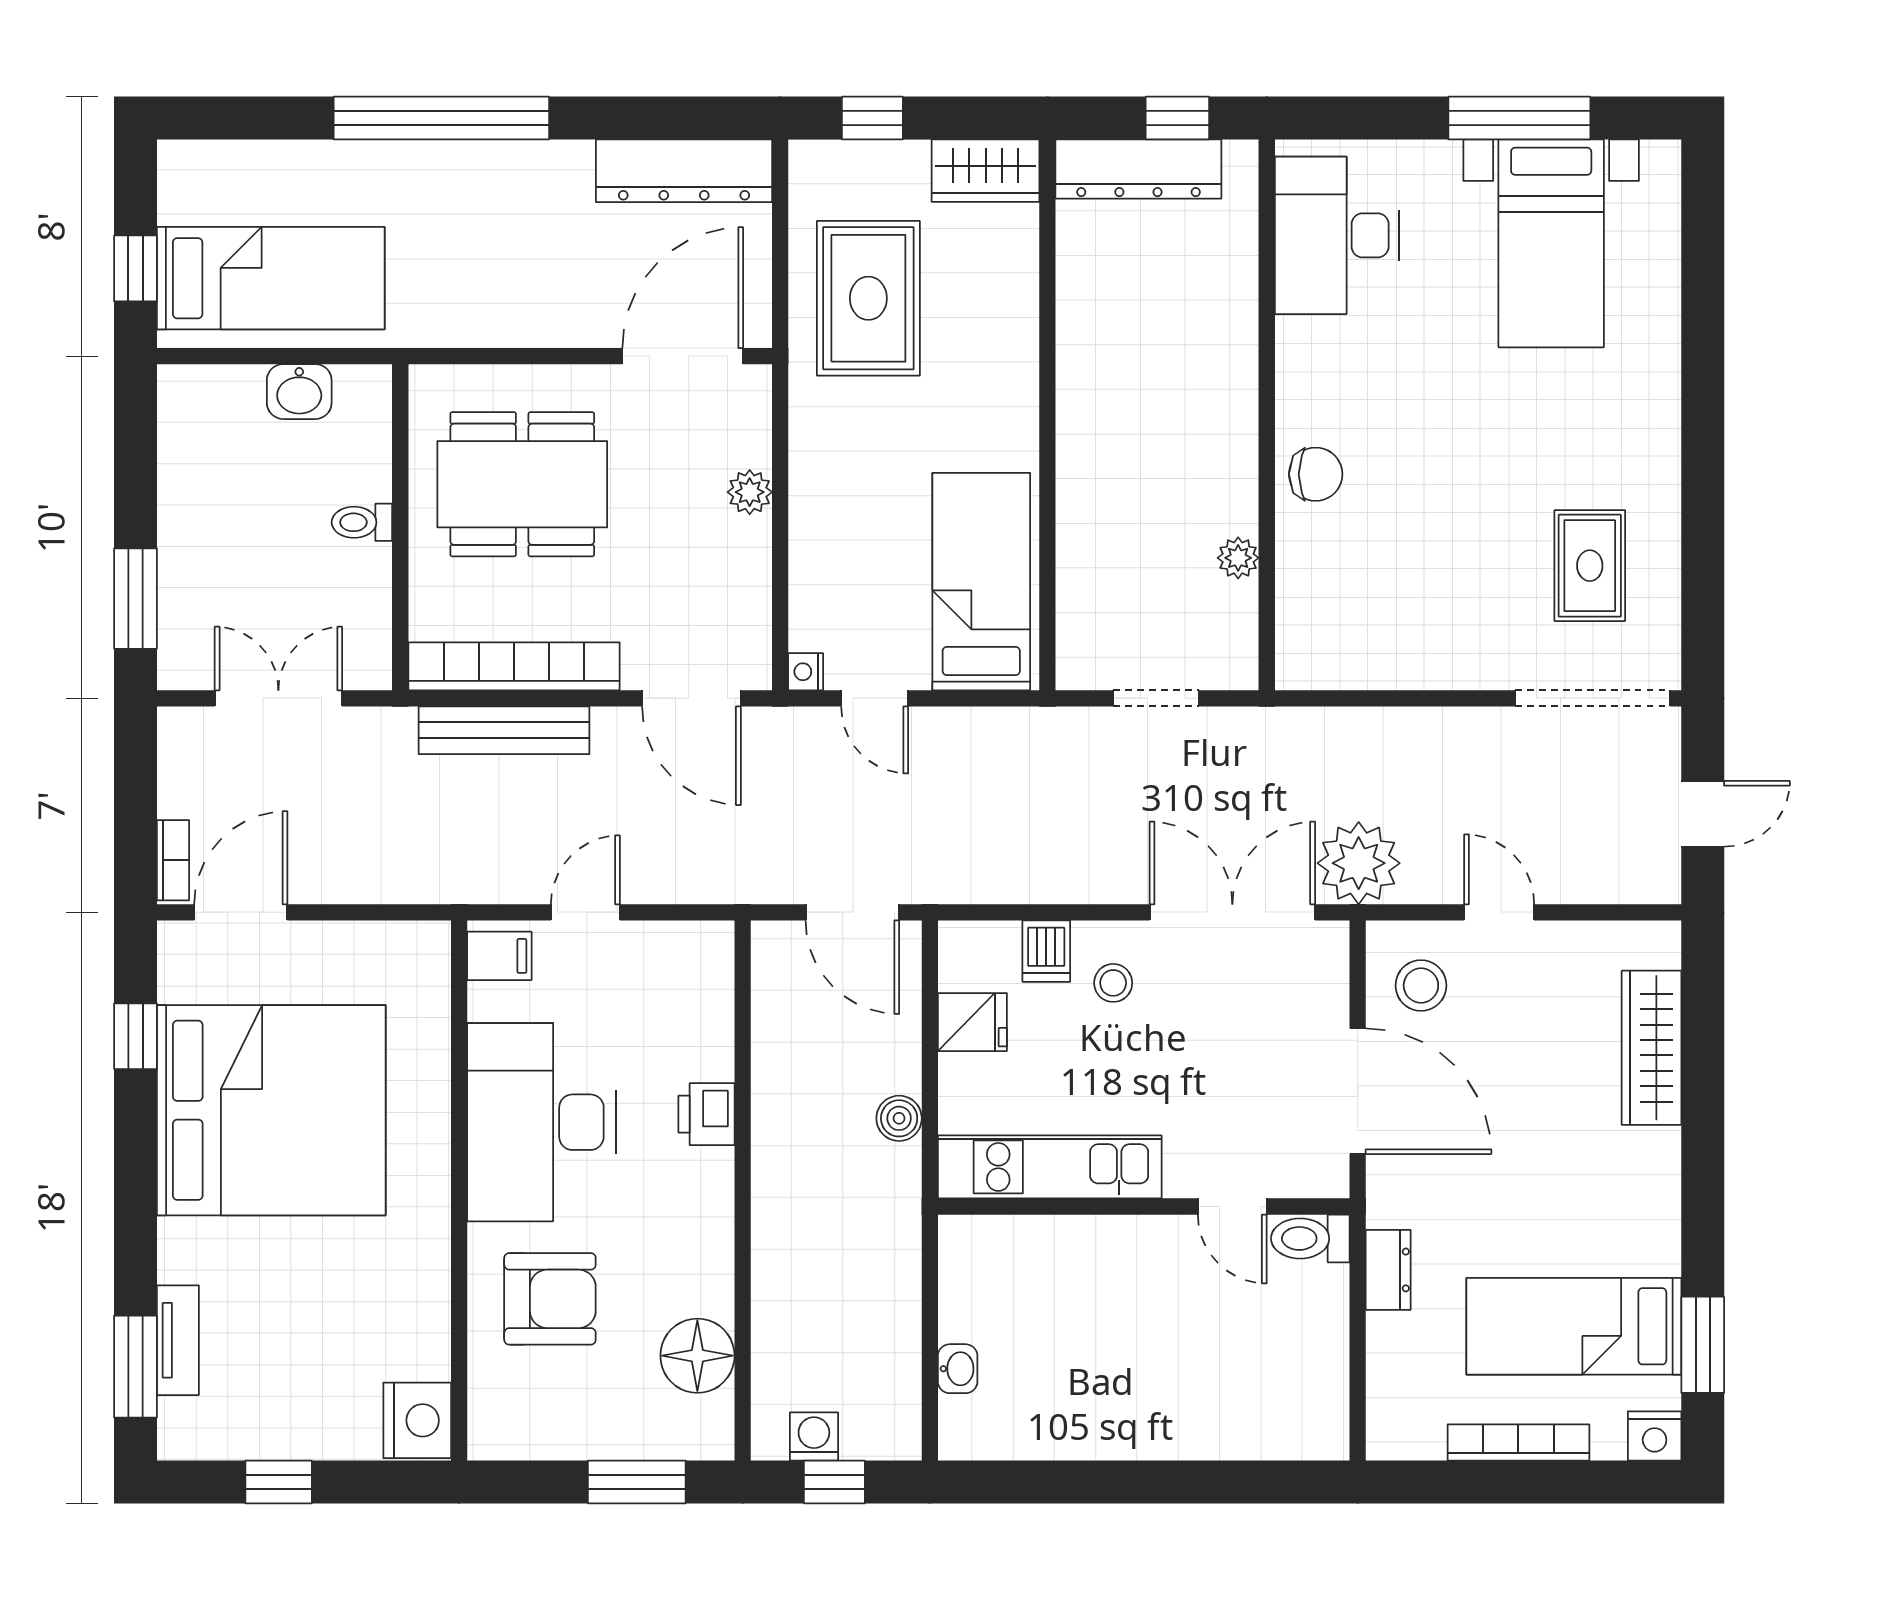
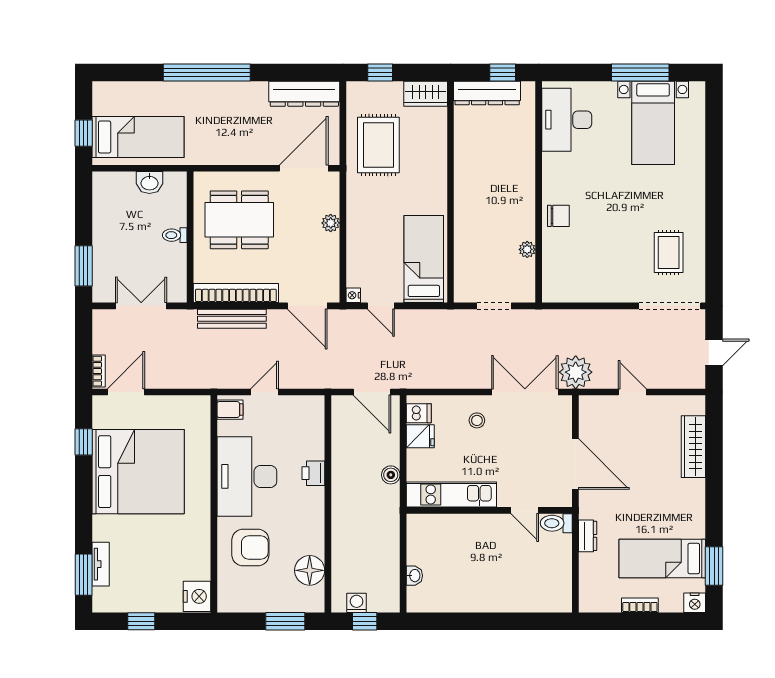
dishwasher: (1046, 951) -> (419, 413), moved, turned -90
stool: (1421, 986) -> (601, 421), removed
bookcase: (1518, 1442) -> (640, 605), width x0.64

